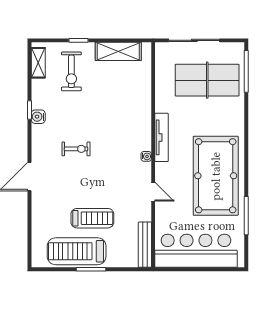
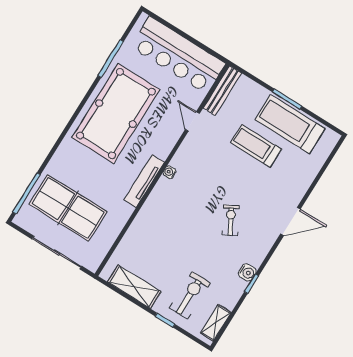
exercise bike: (76, 149) -> (231, 220), turned 61
door: (153, 192) -> (192, 121), moved
treadmill: (77, 251) -> (290, 124), turned 180

